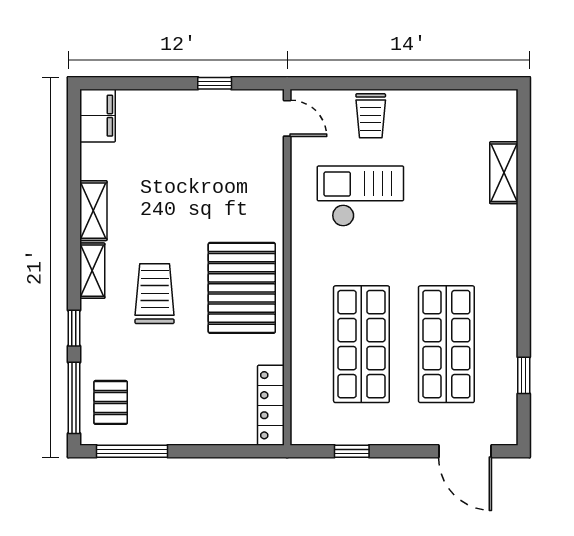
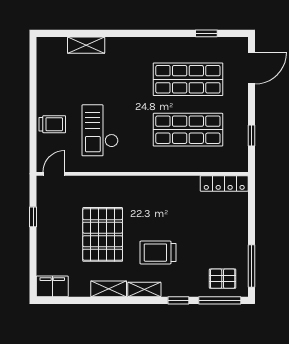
pallet: (242, 288) -> (103, 234), moved, turned 90

